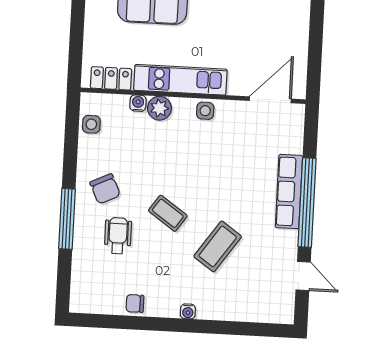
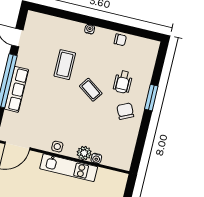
locker: (111, 78) -> (110, 176), removed
side table: (91, 124) -> (126, 151), removed
window: (67, 219) -> (151, 98), width x0.69
coffee table: (218, 246) -> (65, 65), turned -35

